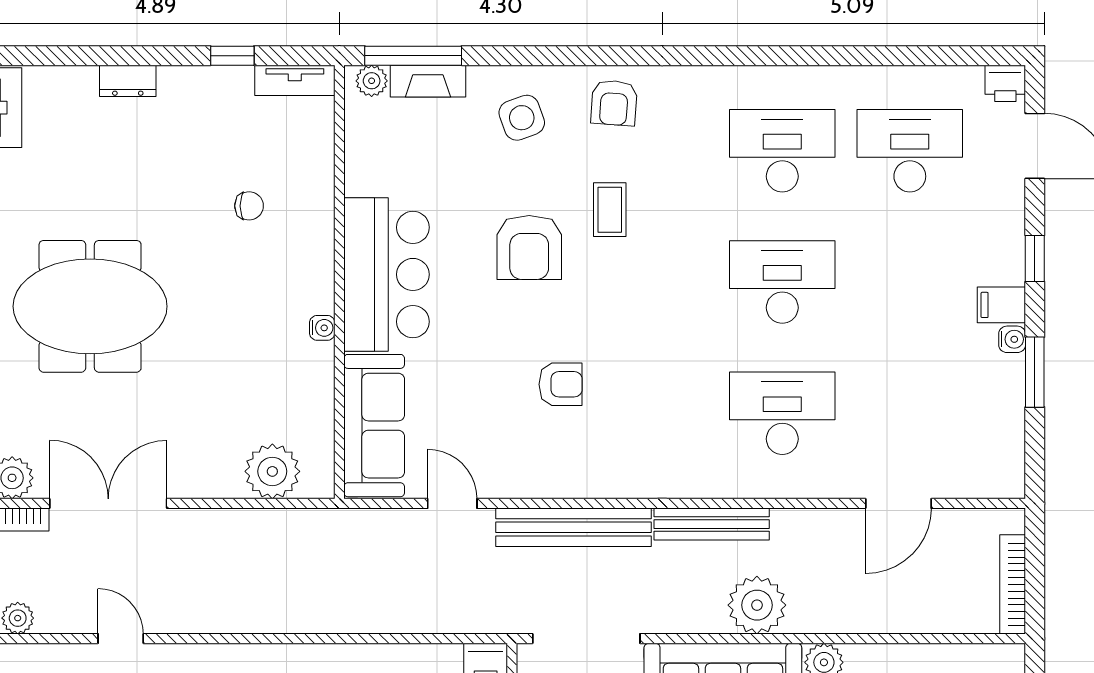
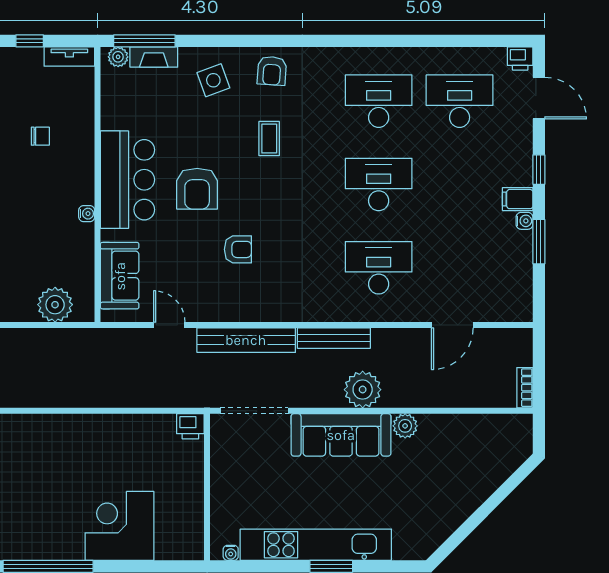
armchair: (529, 247) -> (197, 189), moved
sofa: (374, 426) -> (120, 276), width x0.73
bookcase: (1013, 584) -> (525, 388), width x0.64

